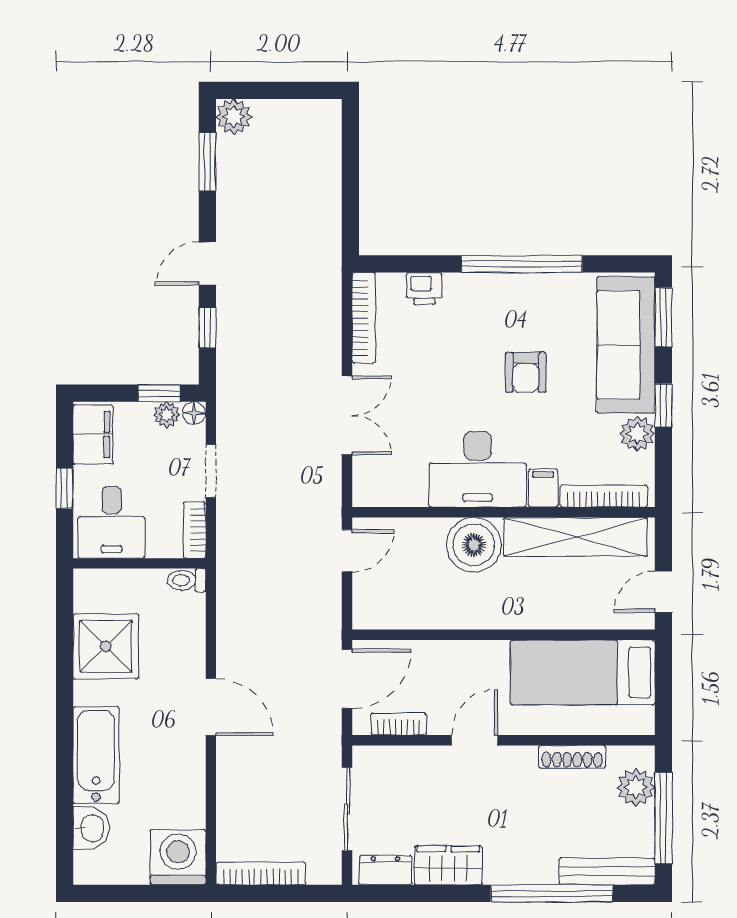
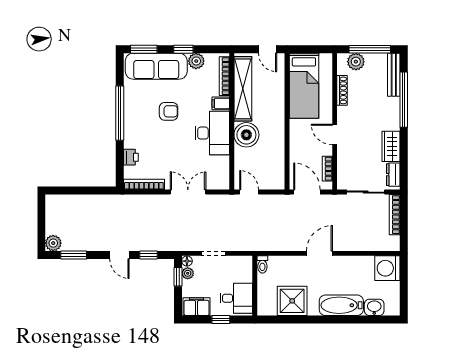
bookcase: (195, 530) -> (240, 261), removed
bookcase: (261, 873) -> (395, 215), moved

